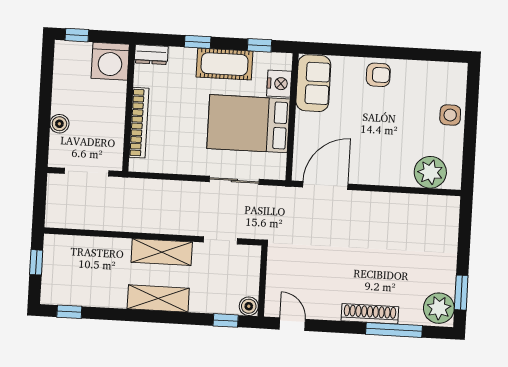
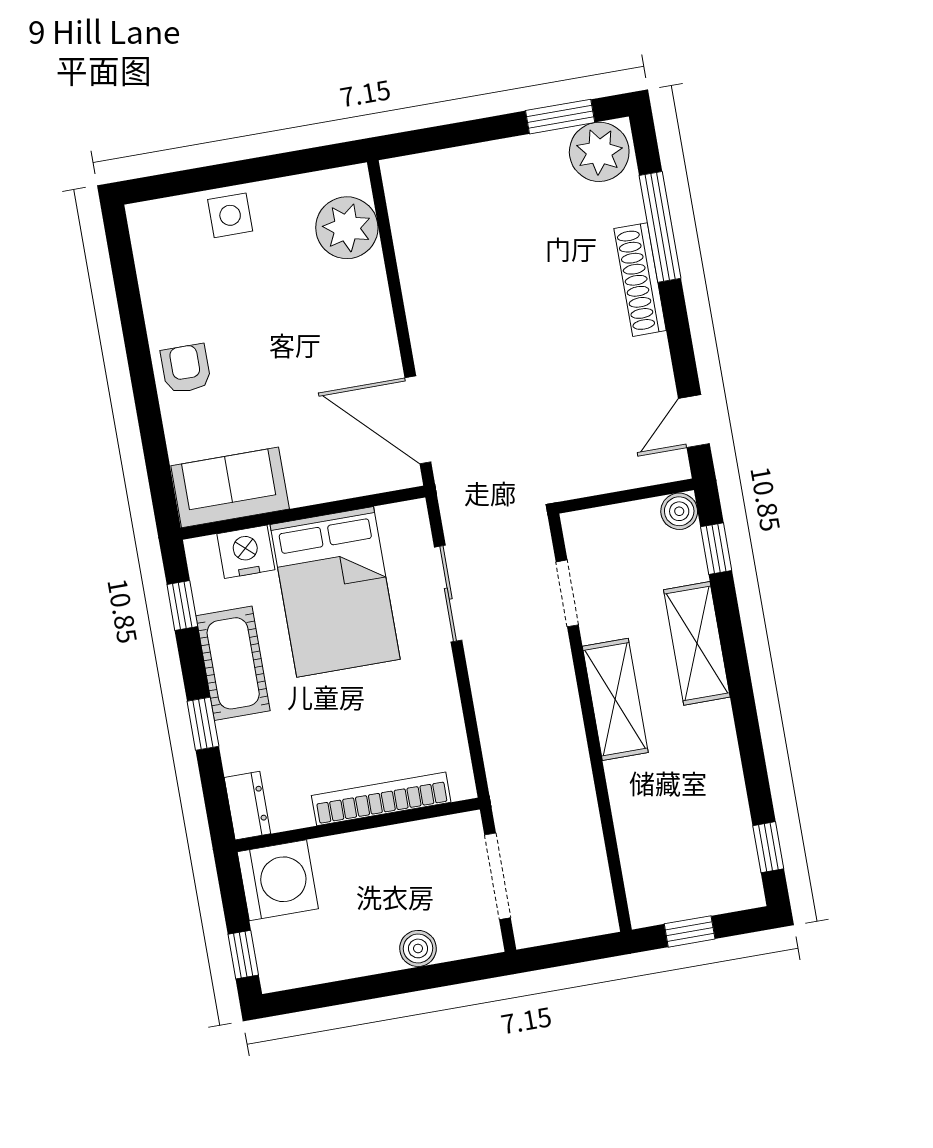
shelving: (158, 298) -> (697, 643), moved

